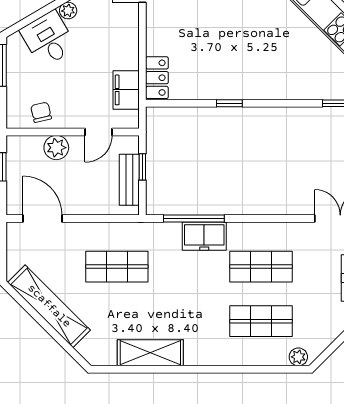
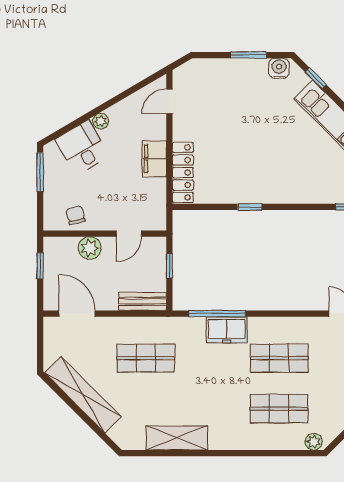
locker: (157, 78) -> (183, 172), width x1.53
filing cabinet: (126, 90) -> (154, 159), moved
bench: (129, 180) -> (143, 301), moved, turned 90

